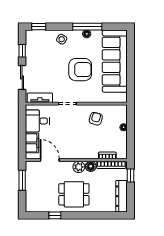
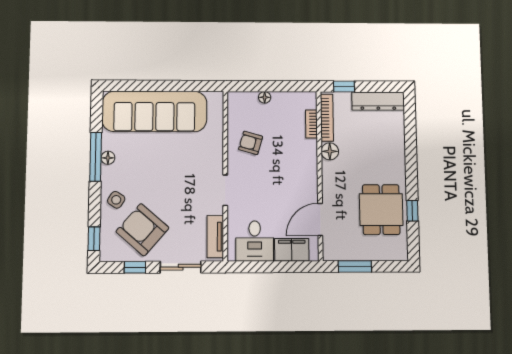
armchair: (80, 70) -> (142, 230), moved, turned -49
plant: (79, 167) -> (331, 171), removed
dining table: (74, 194) -> (381, 210), moved

